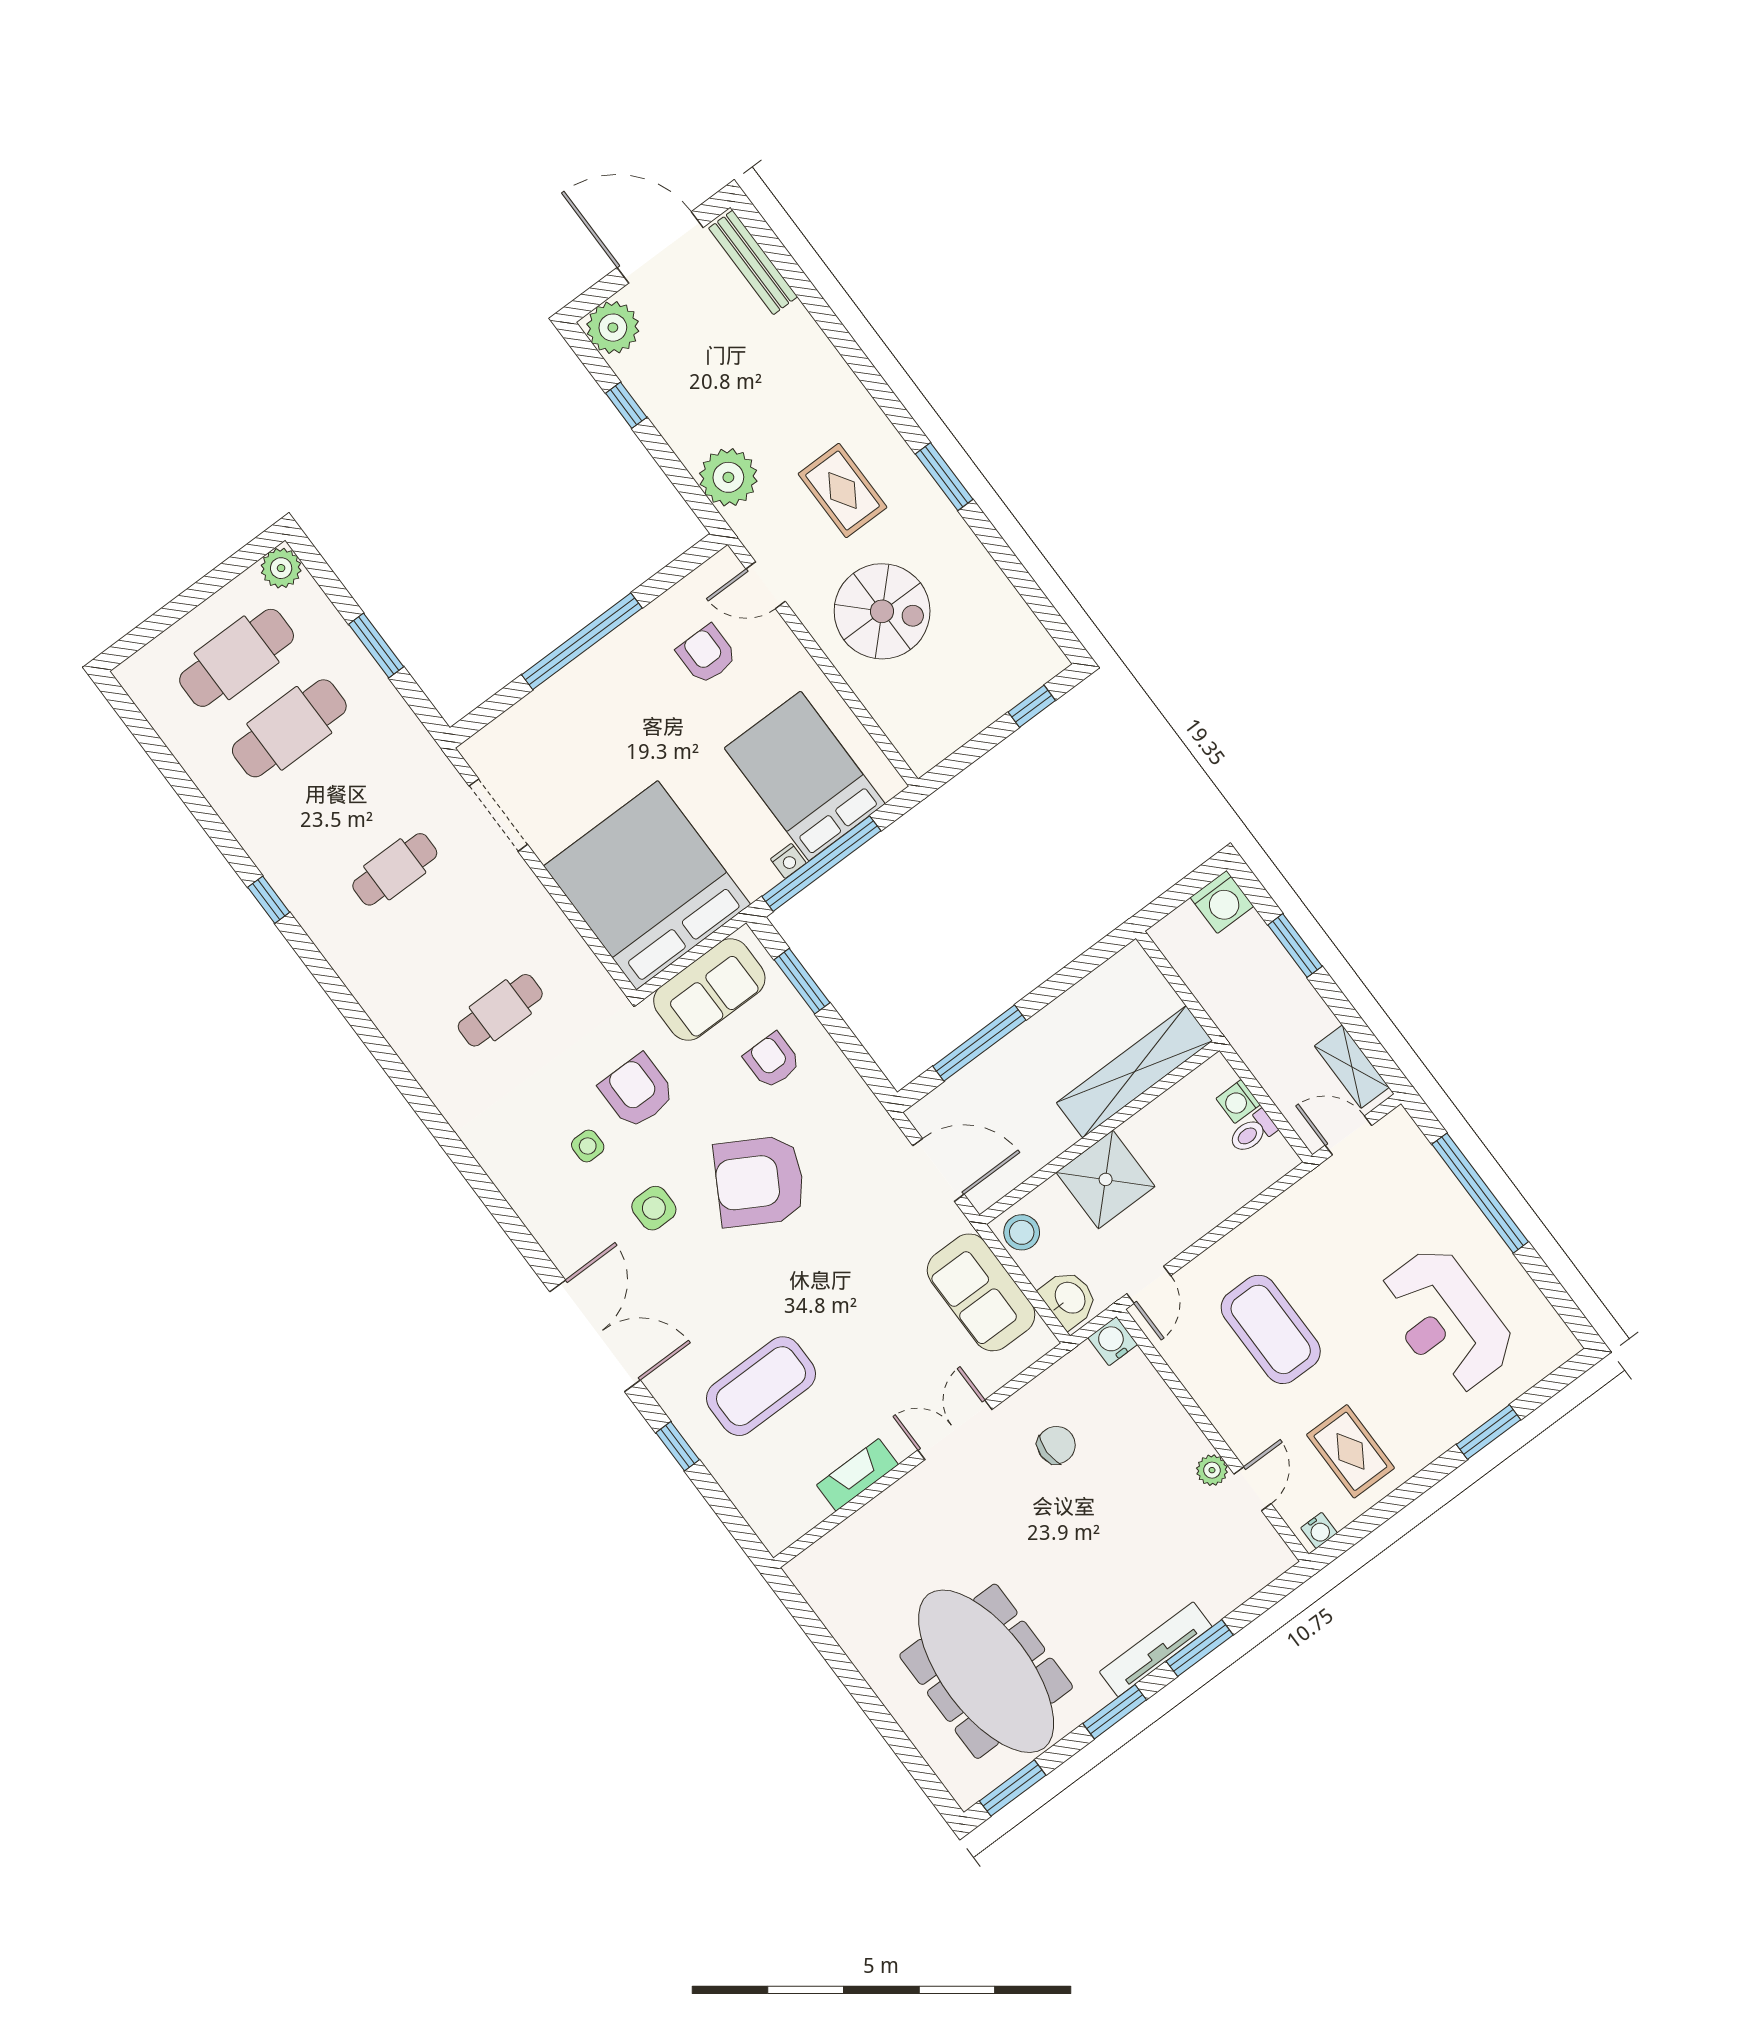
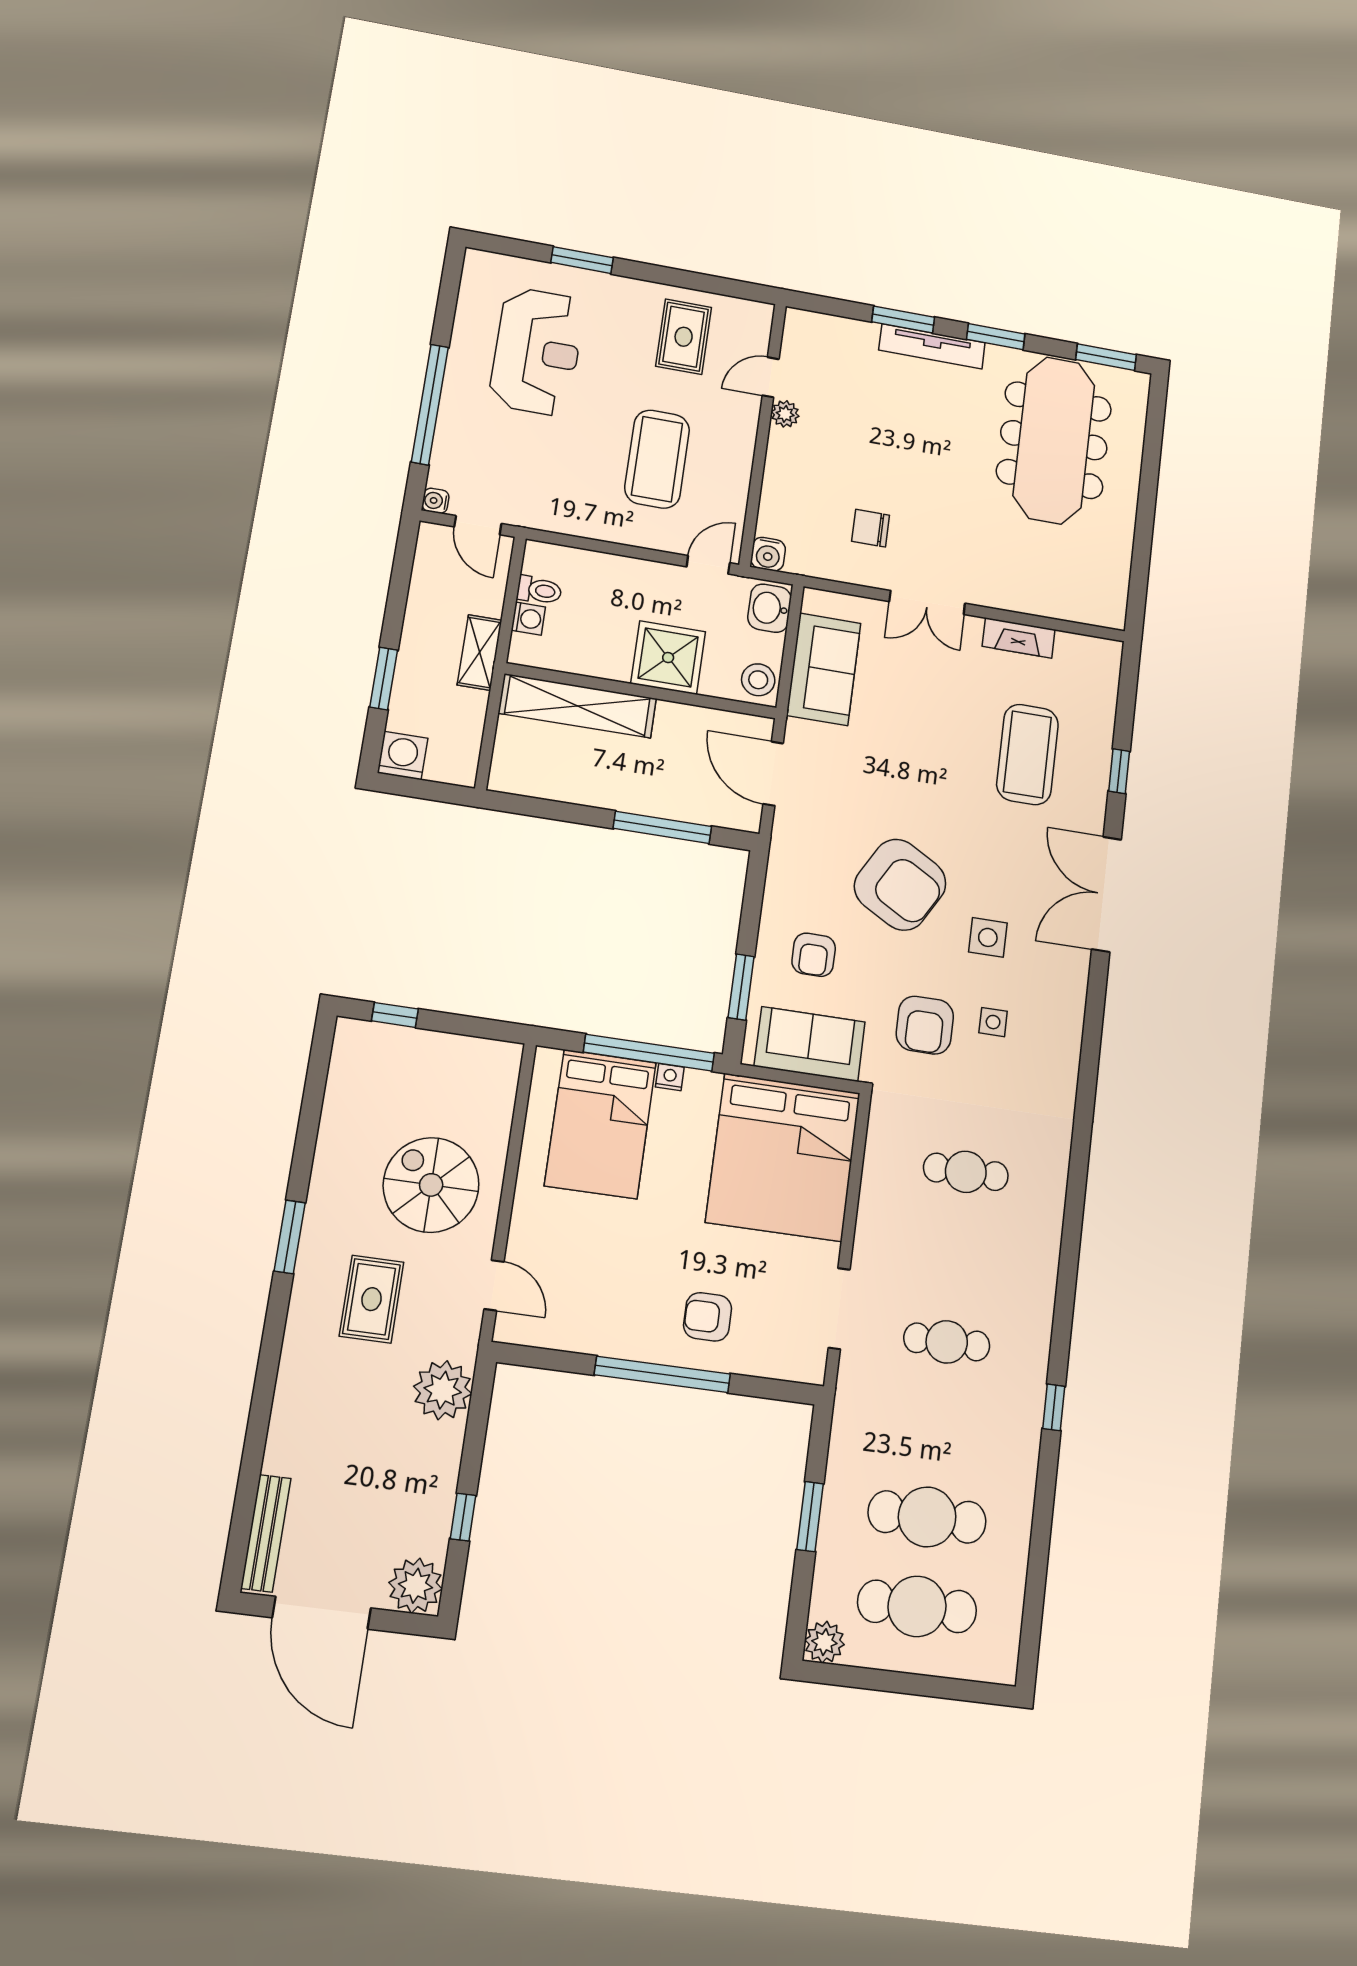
armchair: (707, 654) -> (708, 1317), moved, turned 90
shelving: (1352, 1067) -> (480, 652), moved
coffee table: (761, 1386) -> (1027, 754), turned 90
water cooler: (1319, 1530) -> (436, 501), moved, turned -90

